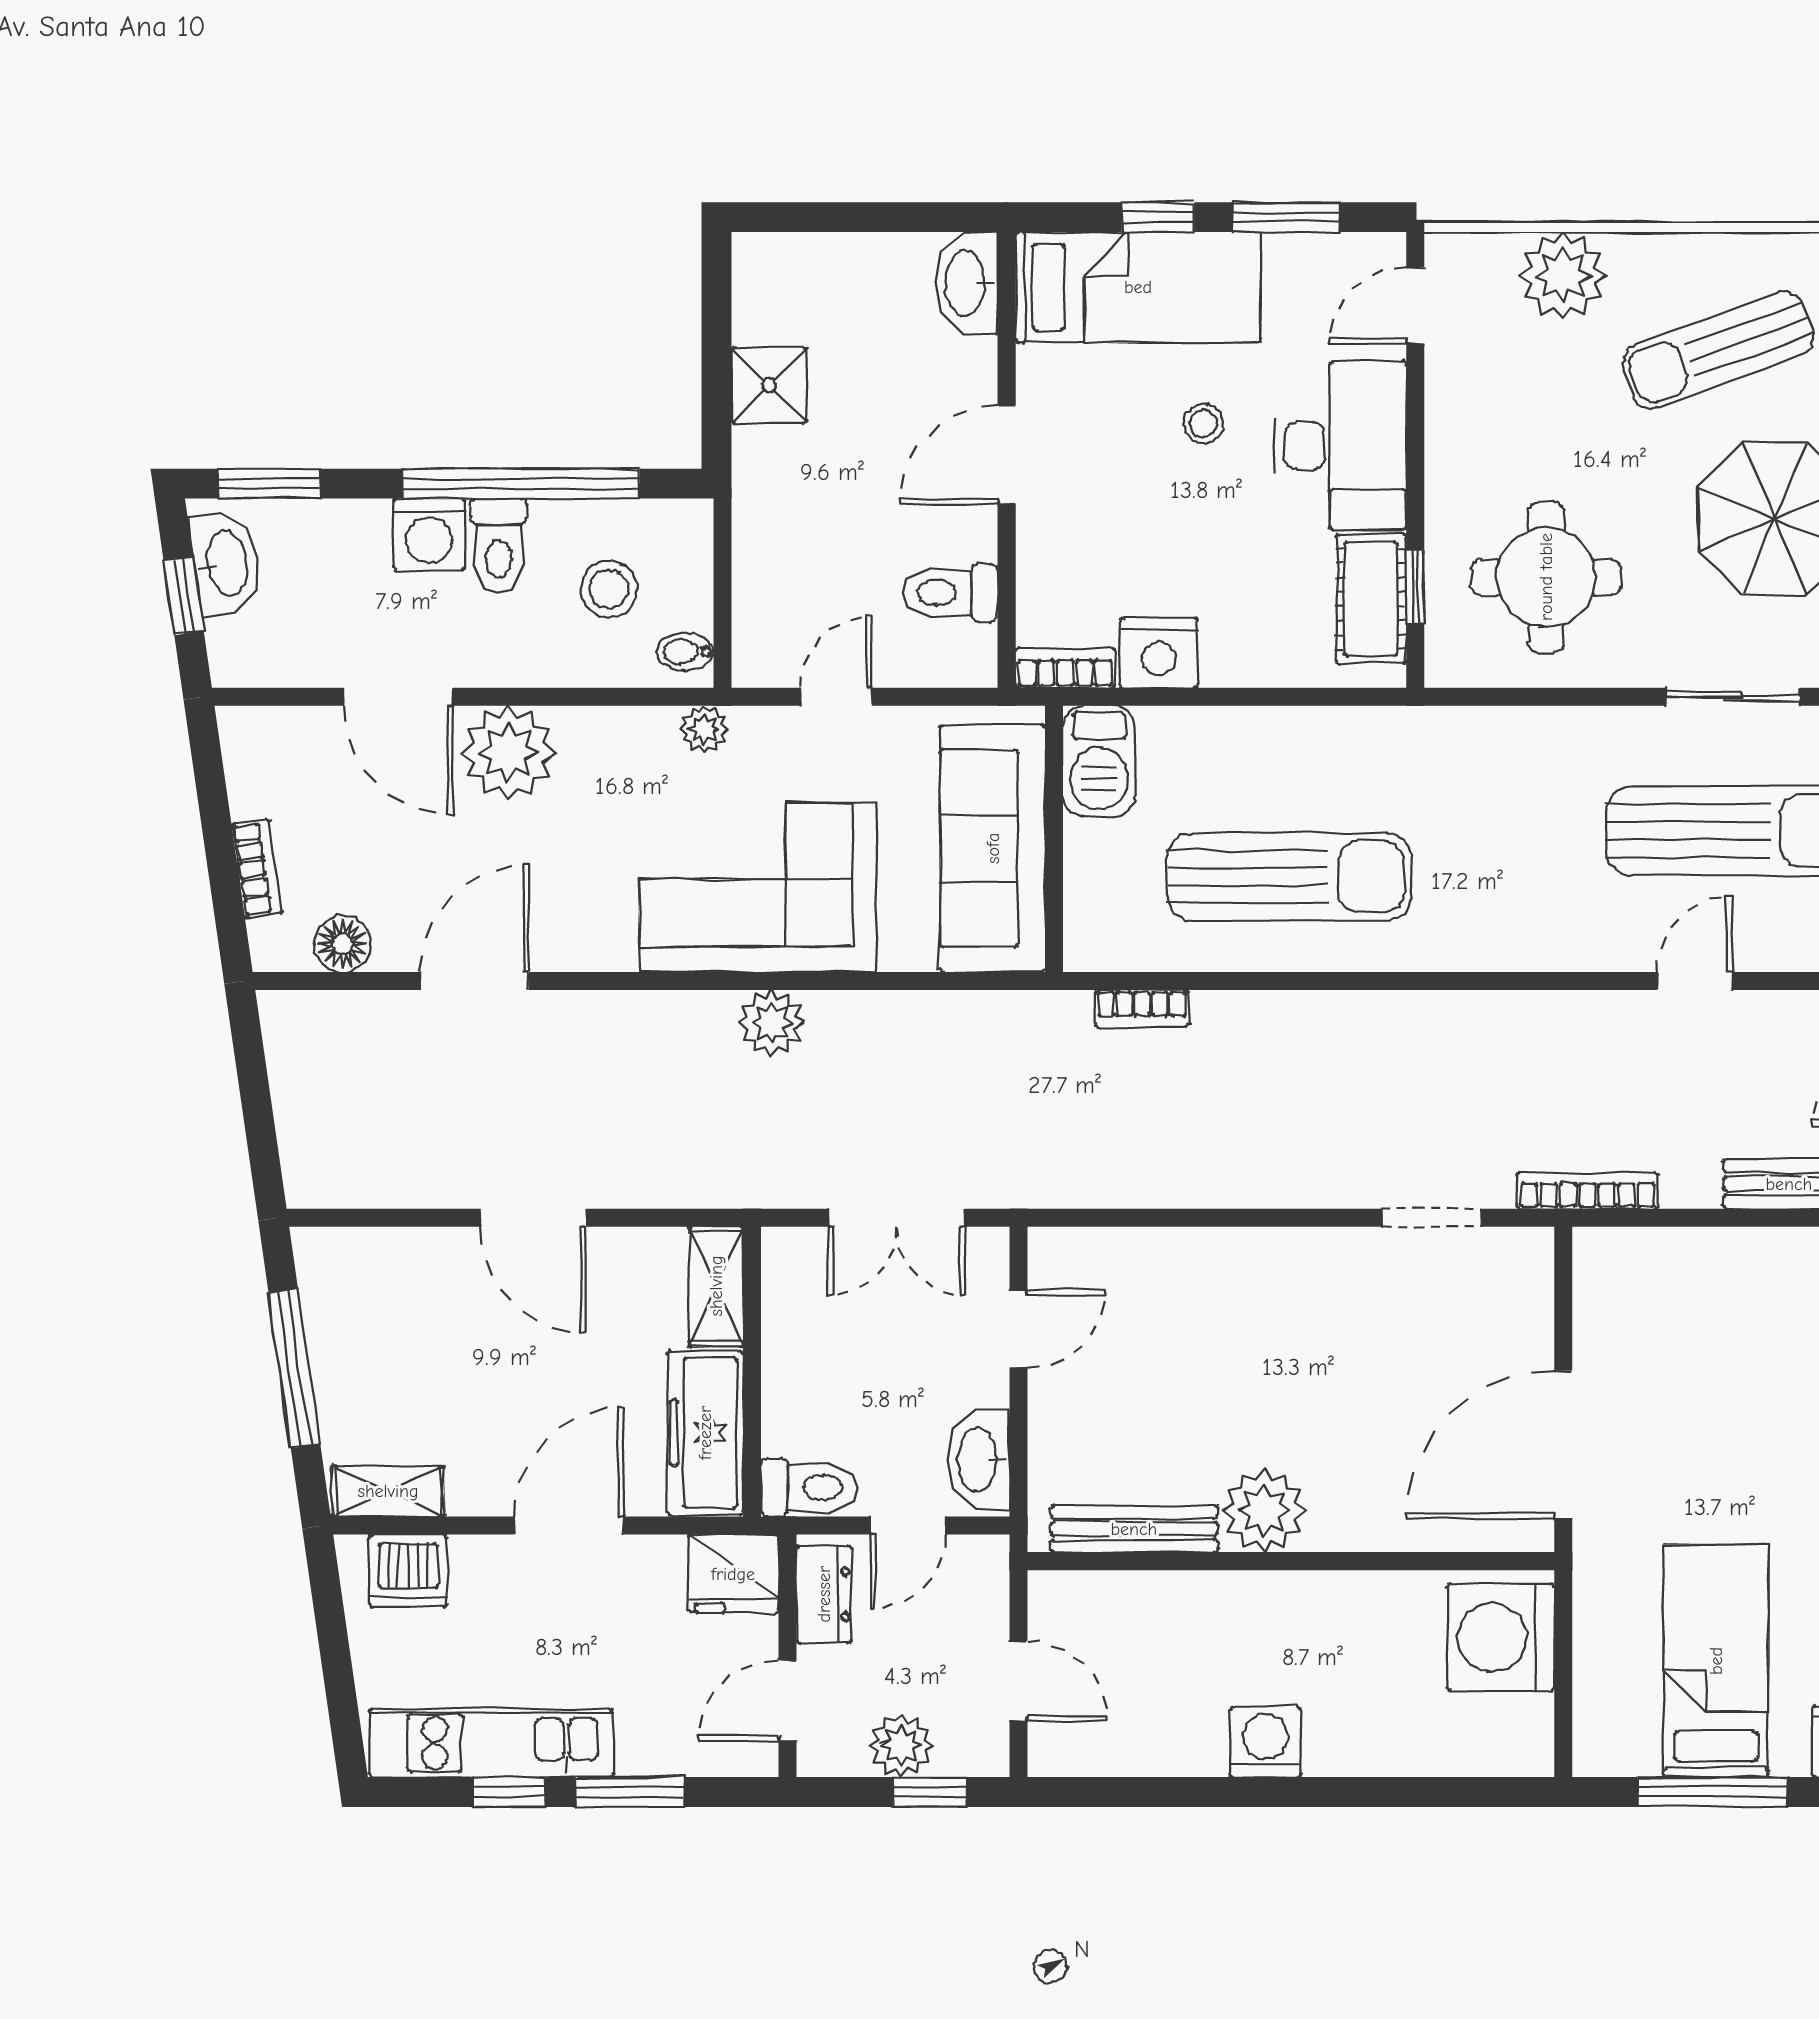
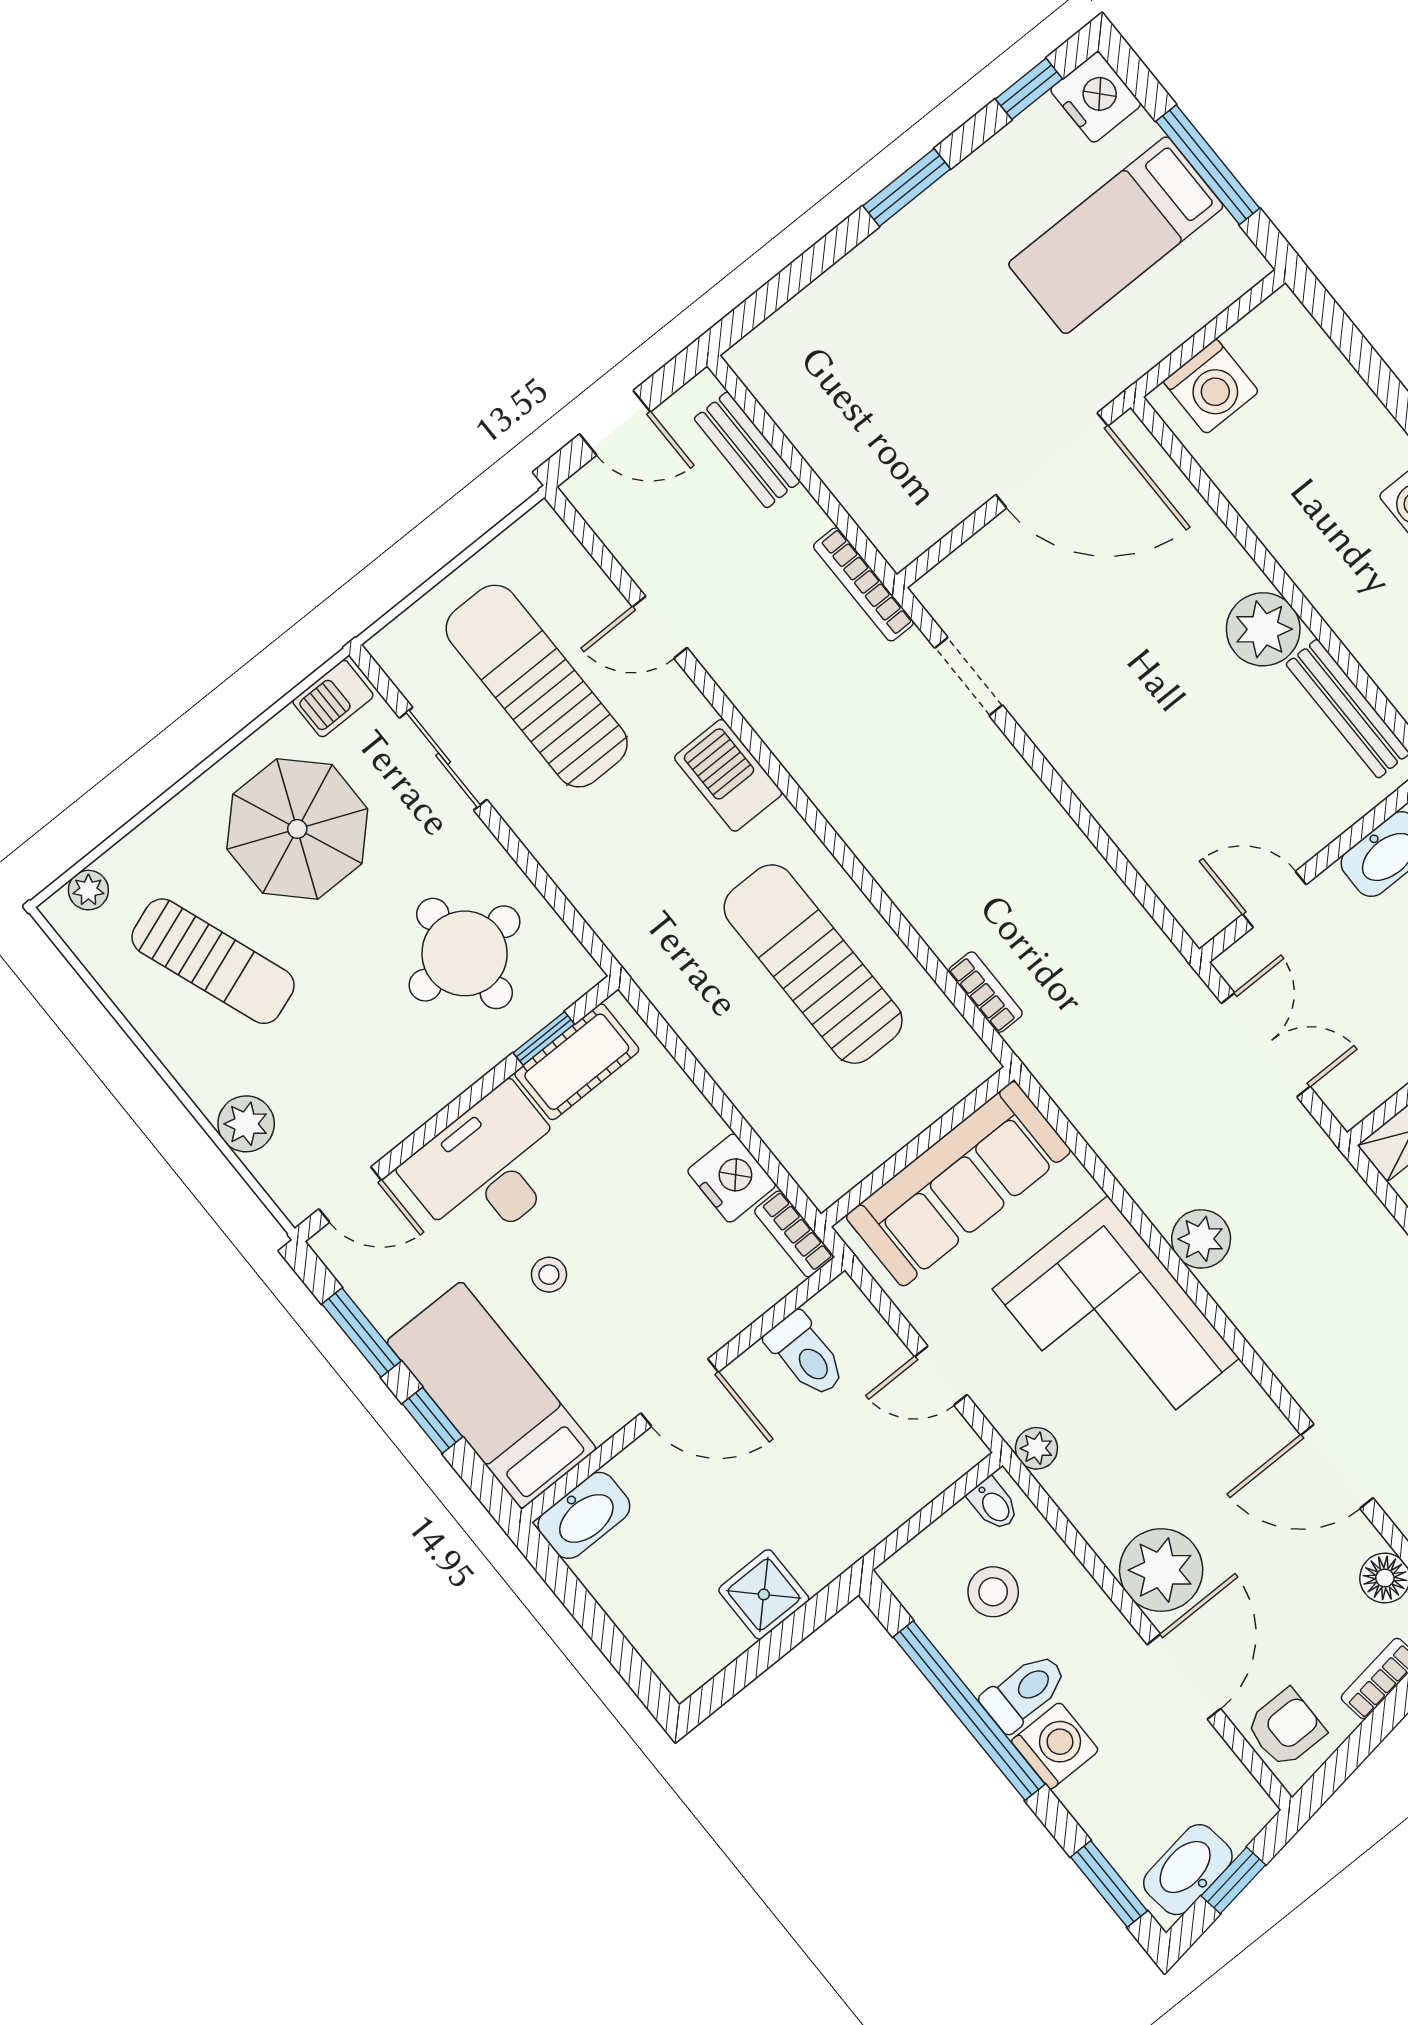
plant: (1563, 275) -> (246, 1124), width x0.73, depth x0.73
armchair: (281, 750) -> (1286, 1728), added
barbecue: (1099, 761) -> (728, 775), moved, turned -90
washing machine: (1501, 1637) -> (1211, 386), width x0.73, depth x0.73

